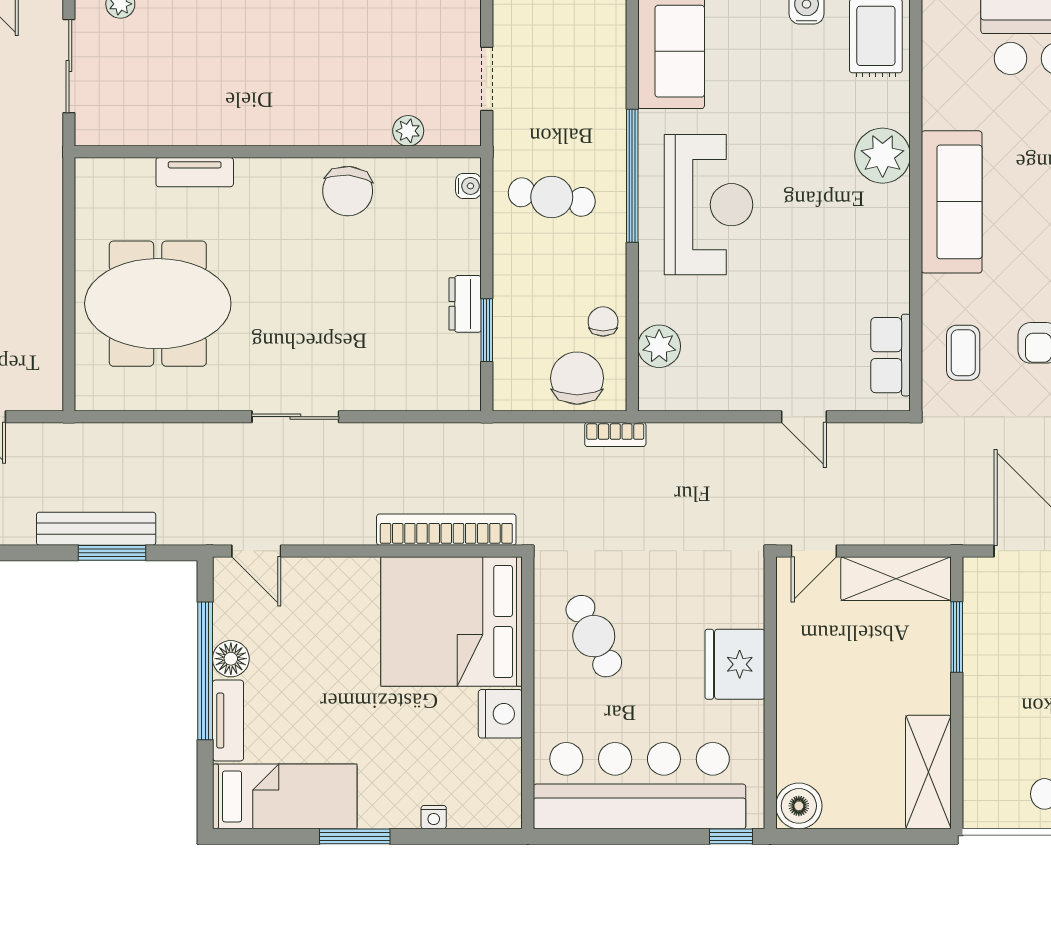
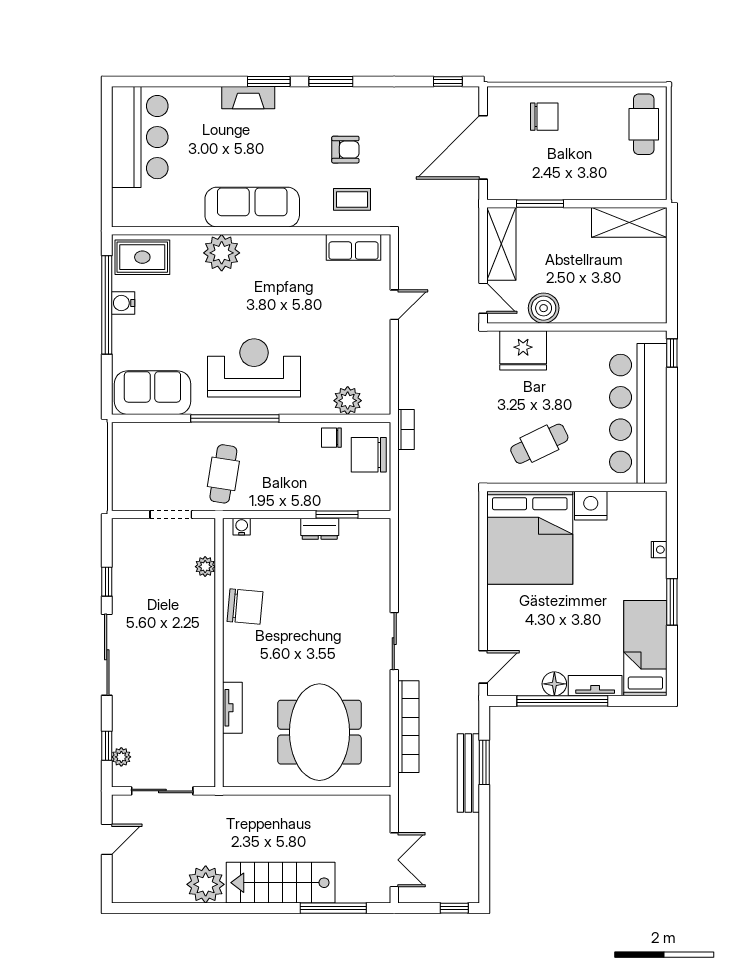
cafe table: (552, 197) -> (223, 474), moved
bookcase: (446, 530) -> (408, 727), moved, turned 180
fridge: (735, 664) -> (523, 350), moved
boiler: (799, 806) -> (544, 308), moved

